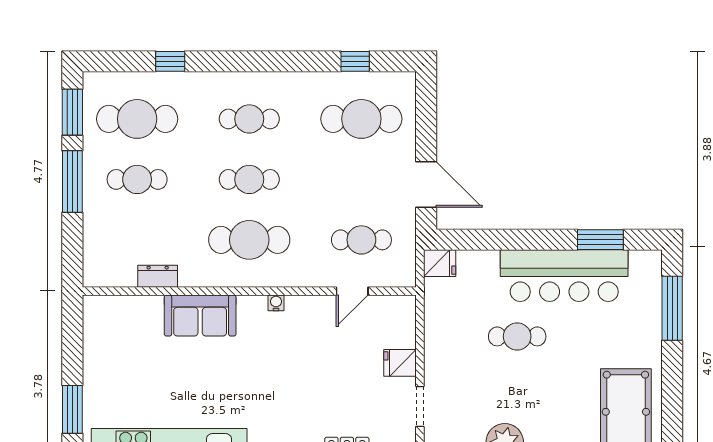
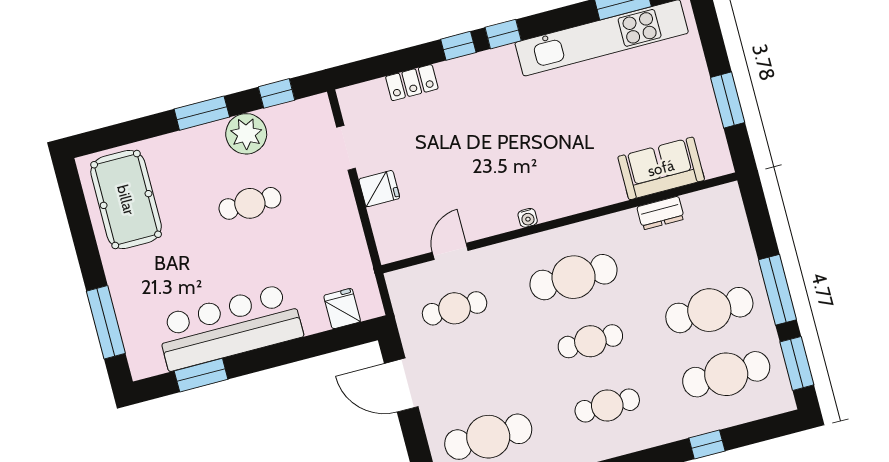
cafe table: (137, 179) -> (709, 310), width x1.37, depth x1.35
fridge: (440, 263) -> (342, 309), moved, turned 90
sofa: (200, 315) -> (661, 168), moved
cafe table: (517, 336) -> (250, 203), moved
window: (72, 409) -> (728, 100), moved

